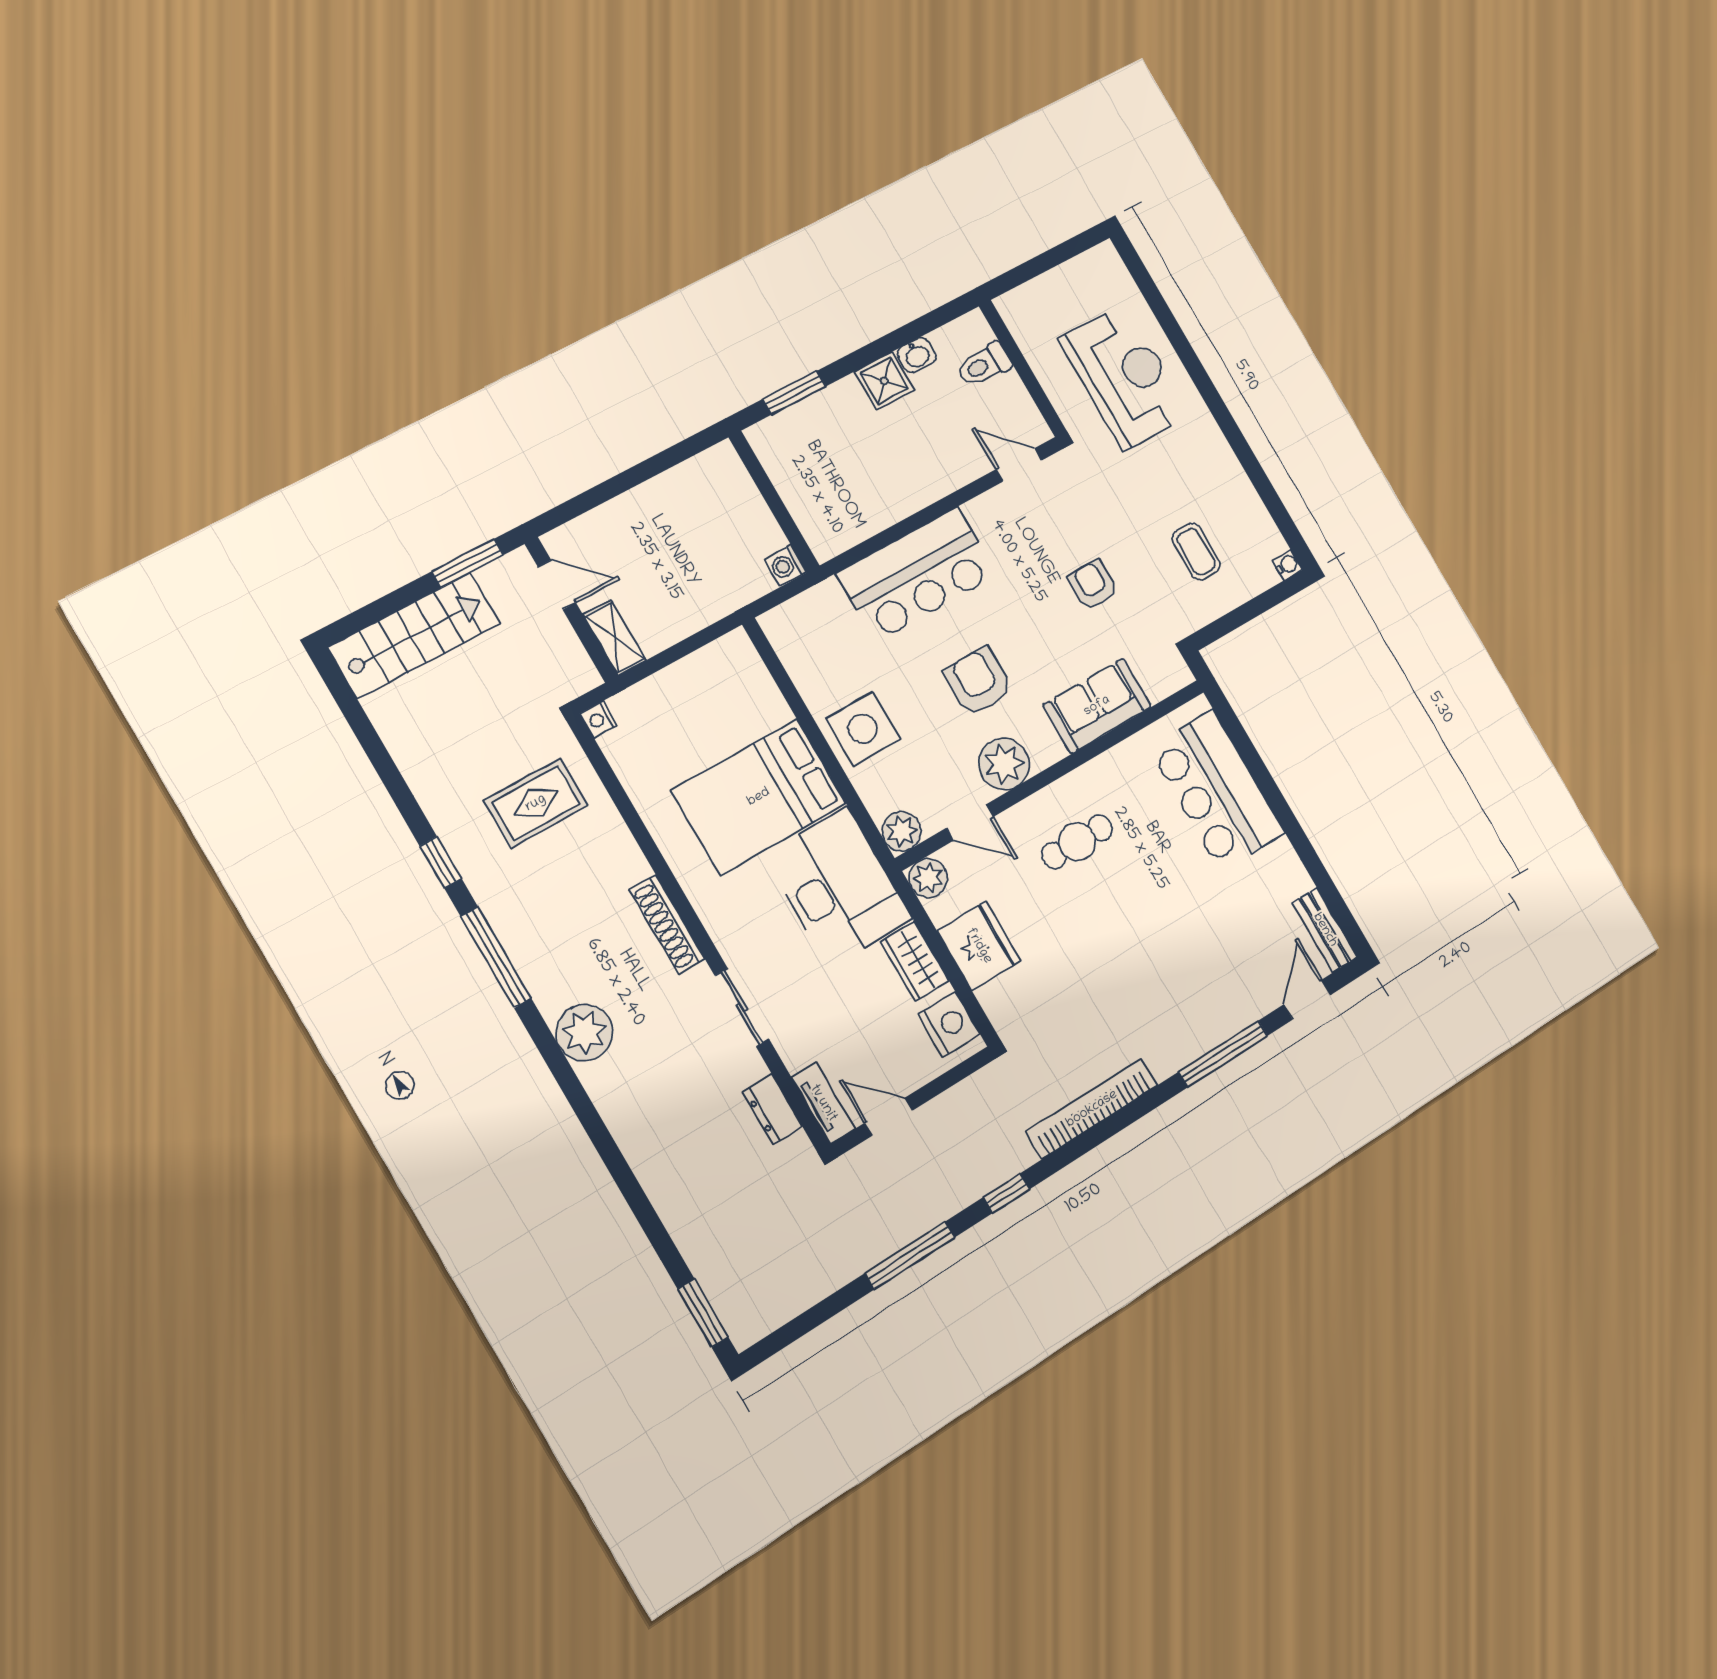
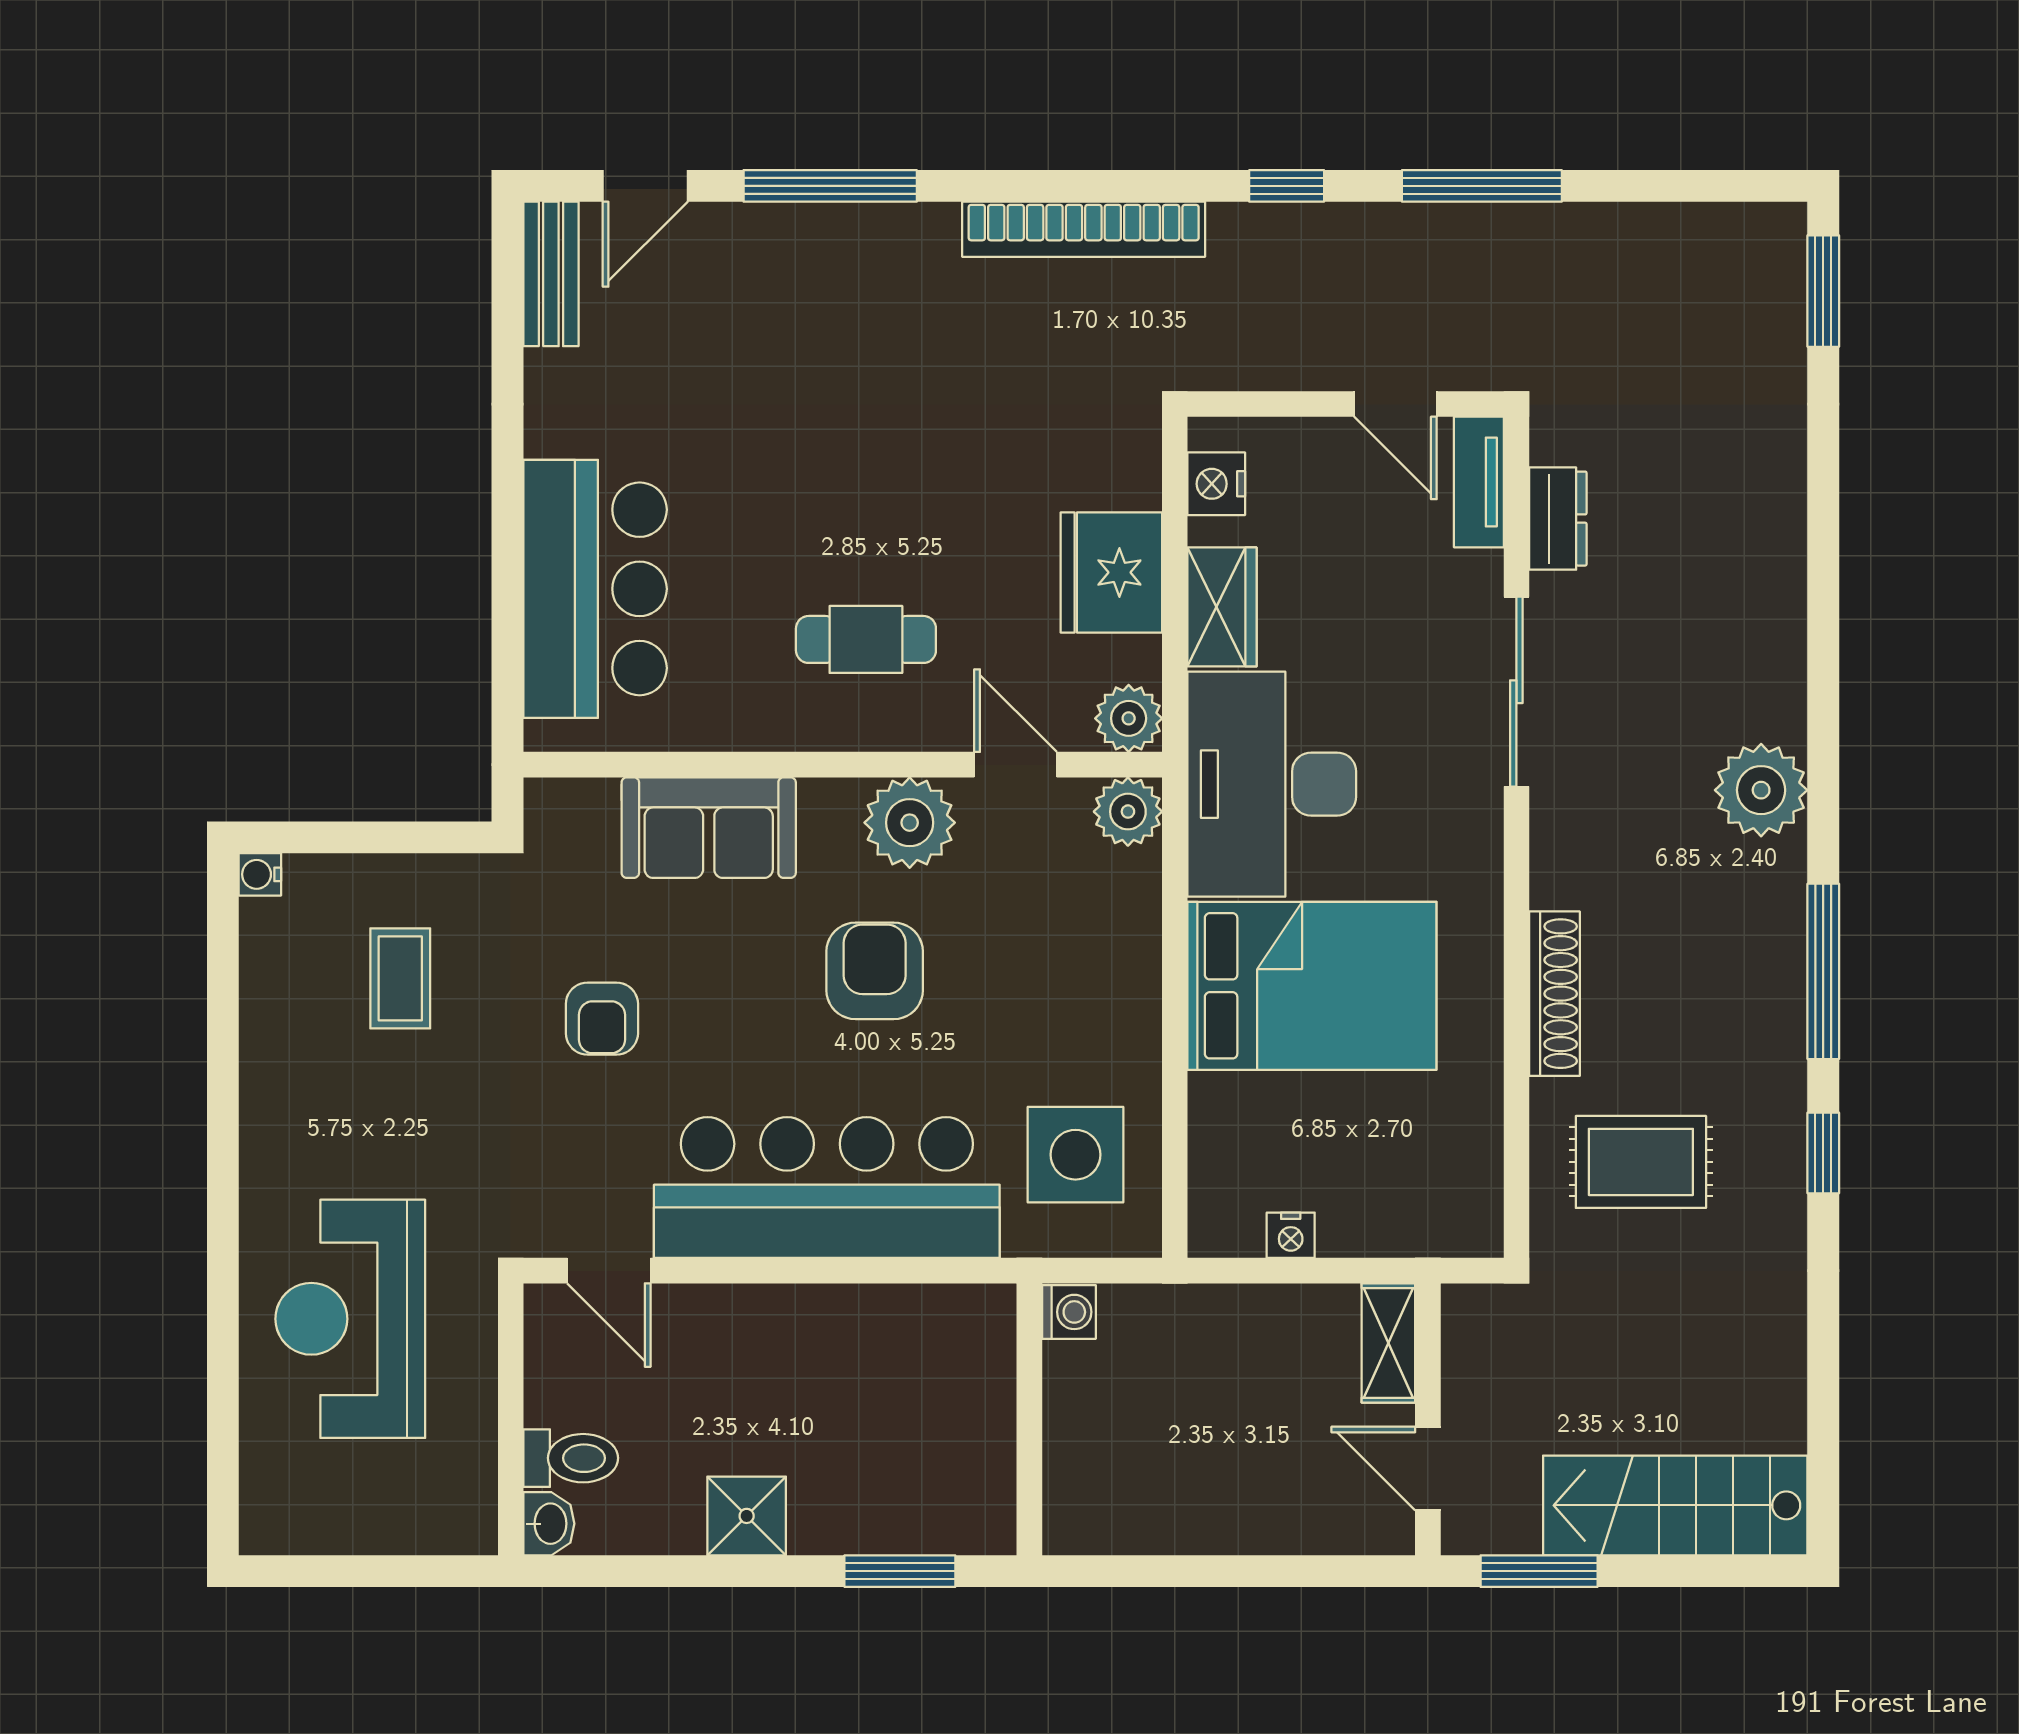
washbasin: (917, 355) -> (549, 1524), moved, turned 90
bar counter: (917, 574) -> (827, 1188), width x1.36
armchair: (978, 681) -> (875, 971), turned 180
nightstand: (599, 719) -> (1291, 1235), moved, turned 90
side table: (863, 729) -> (1075, 1155), moved
shoe rack: (667, 924) -> (1554, 994), moved
sliding door: (742, 1007) -> (1516, 692), width x1.37
nightstand: (949, 1024) -> (1216, 484), width x0.74, depth x0.75

